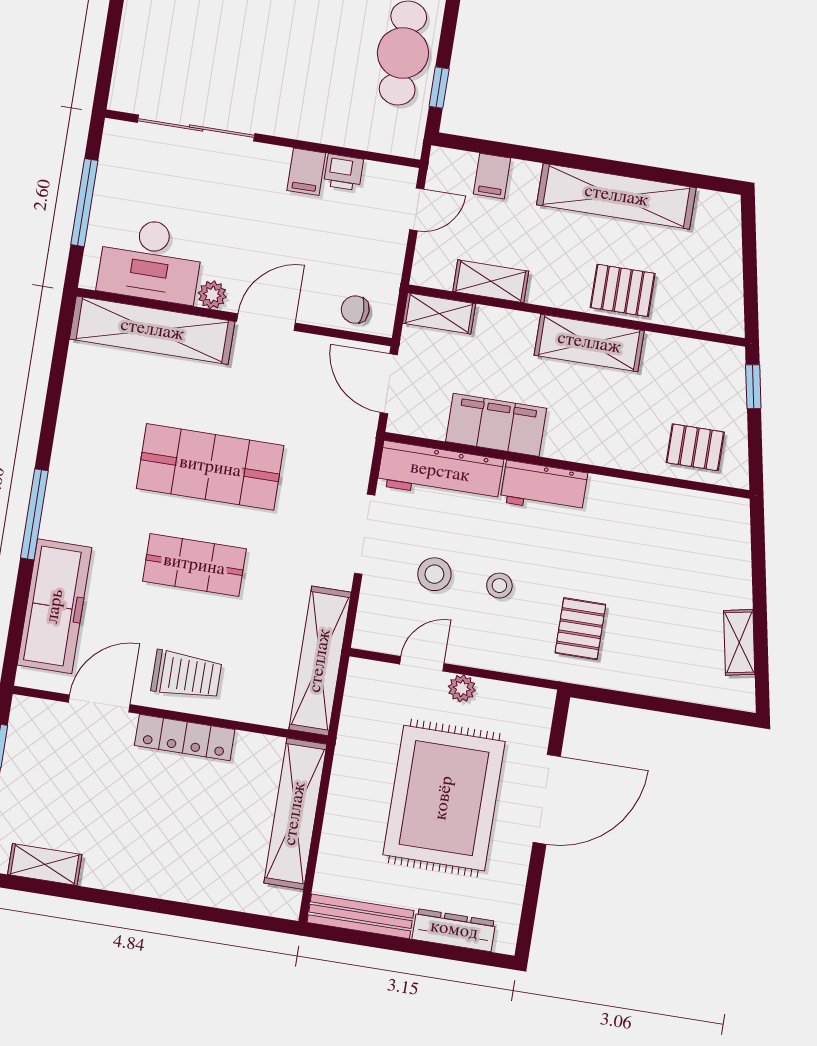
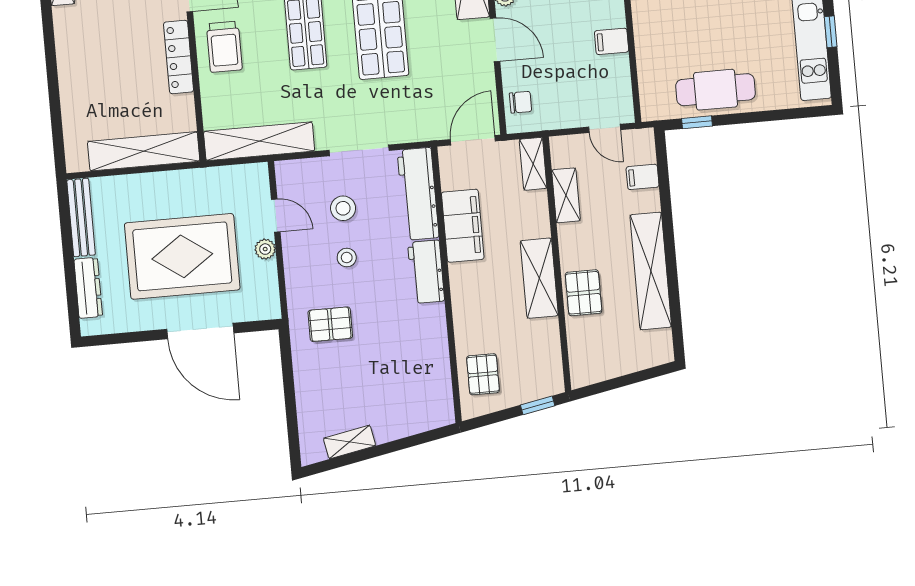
printer: (344, 172) -> (618, 68), removed
chair: (355, 310) -> (521, 102), turned 90

